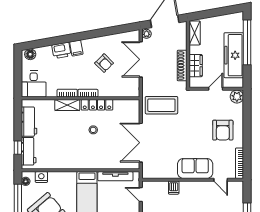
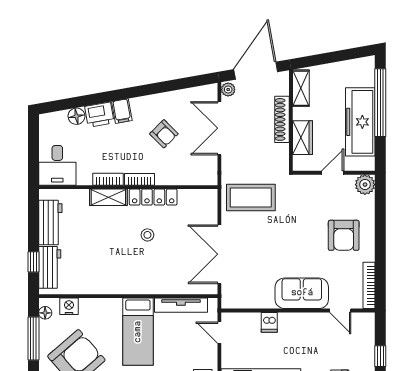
floor lamp: (30, 54) -> (76, 116), moved
shoe rack: (182, 66) -> (282, 119), moved

